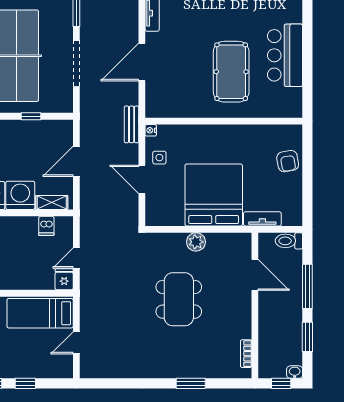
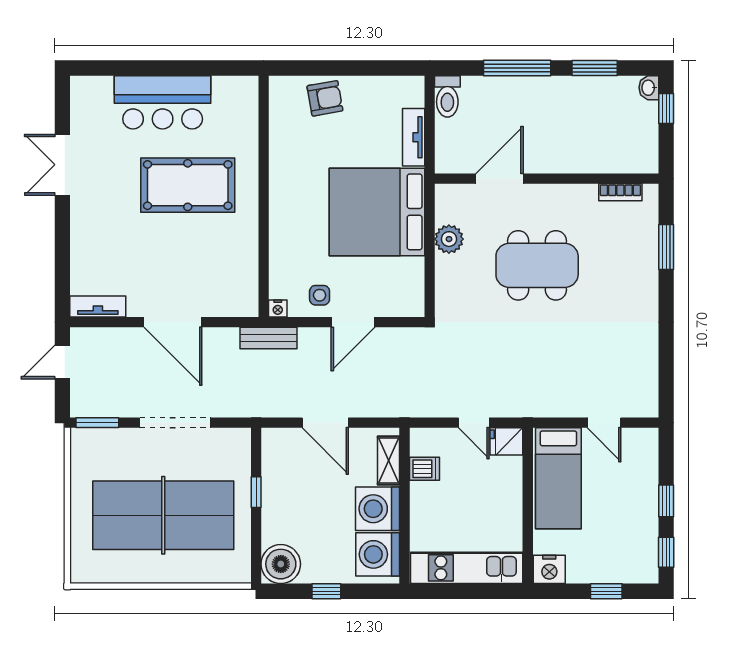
door: (255, 275) -> (500, 179), moved
wall: (255, 306) -> (547, 179), moved
bookcase: (246, 354) -> (620, 192), moved

